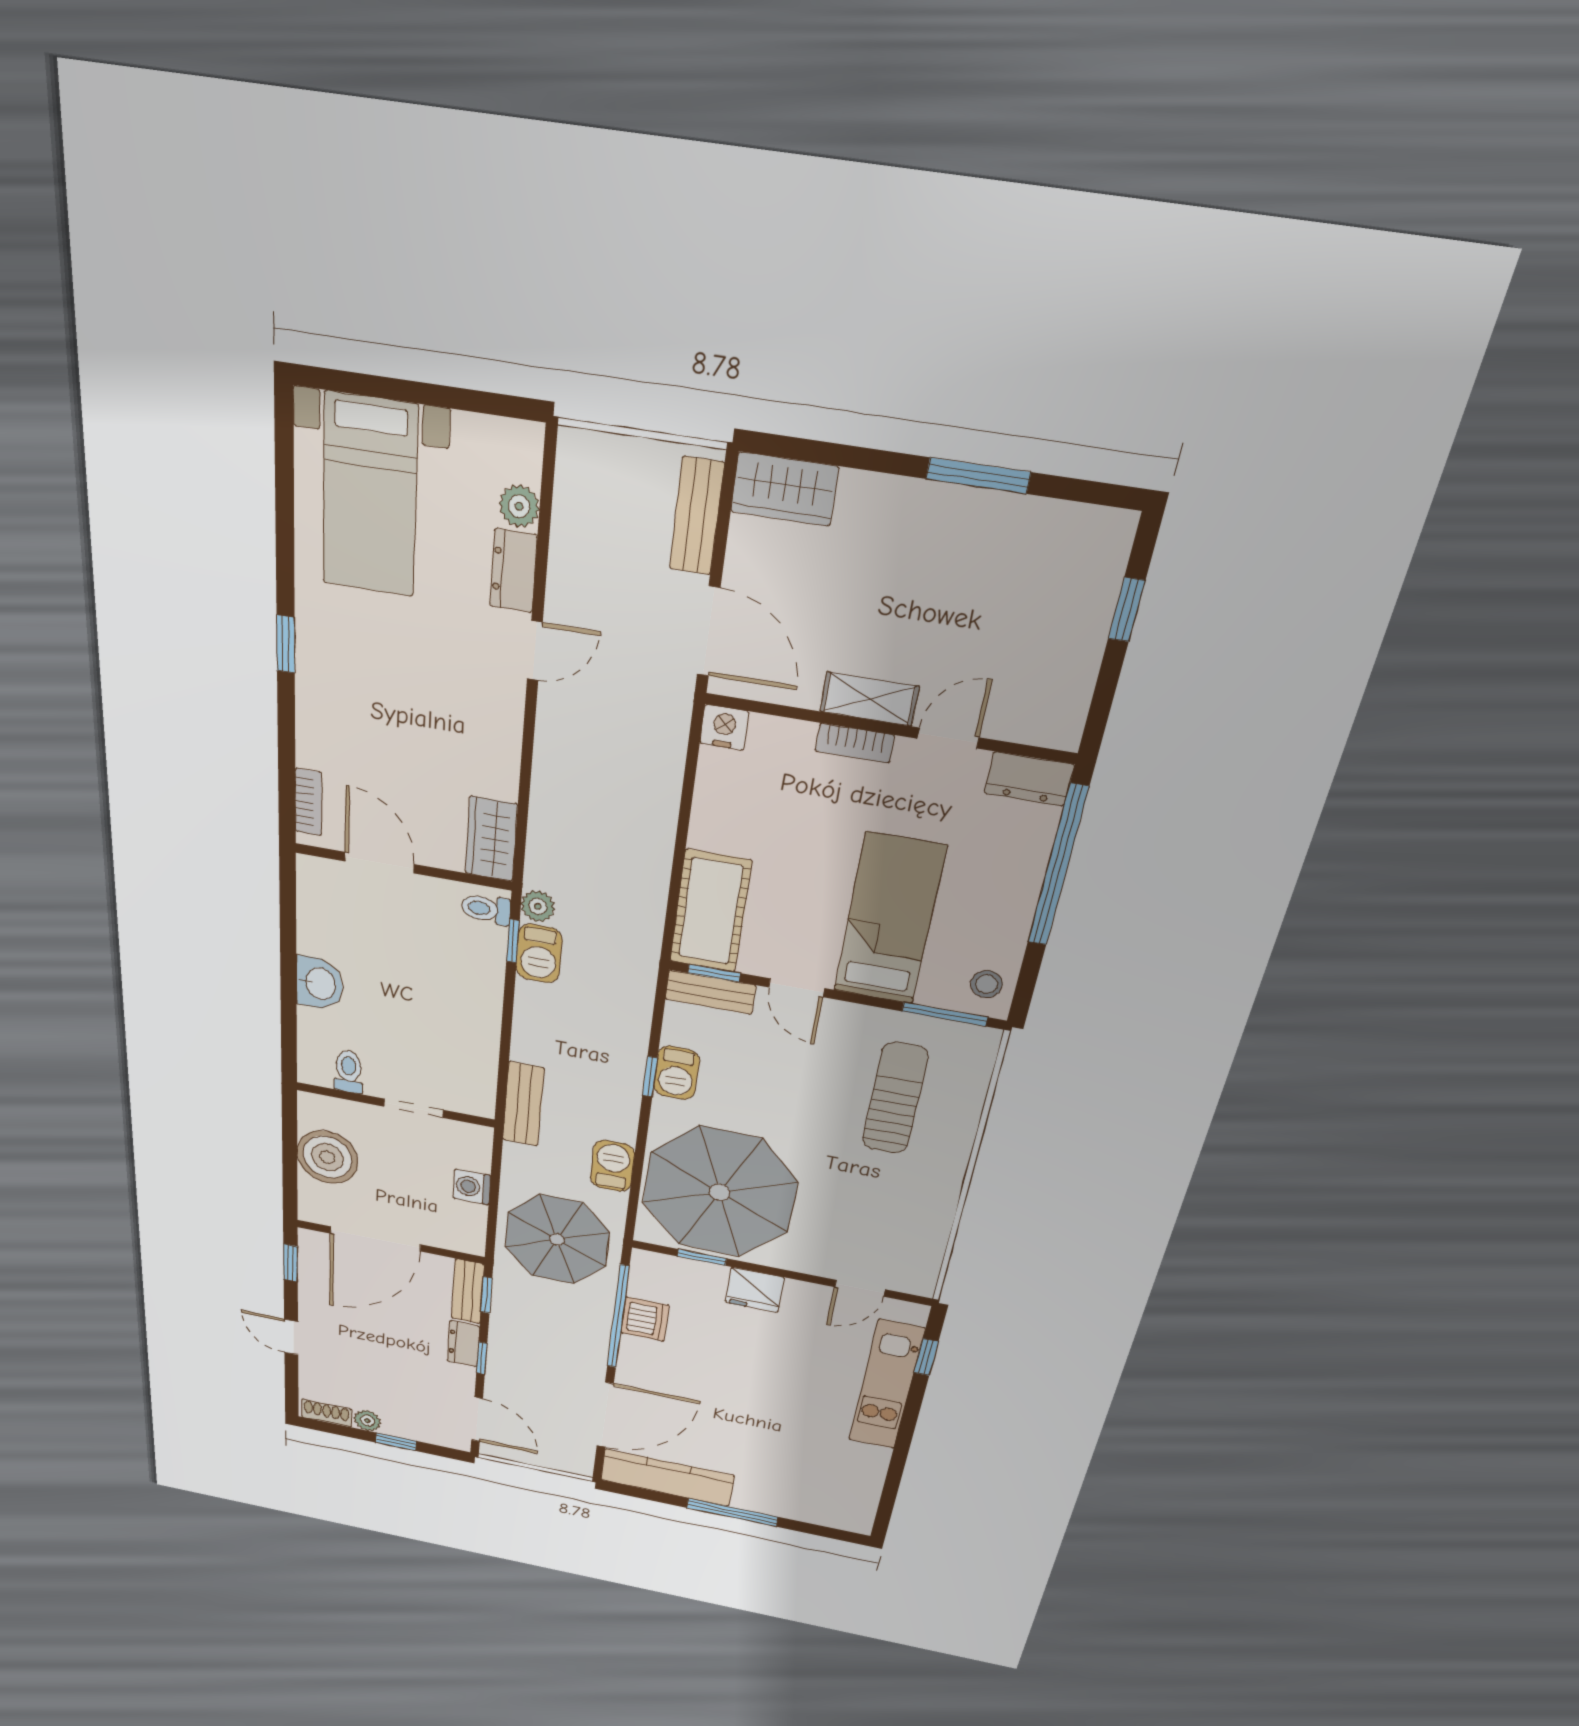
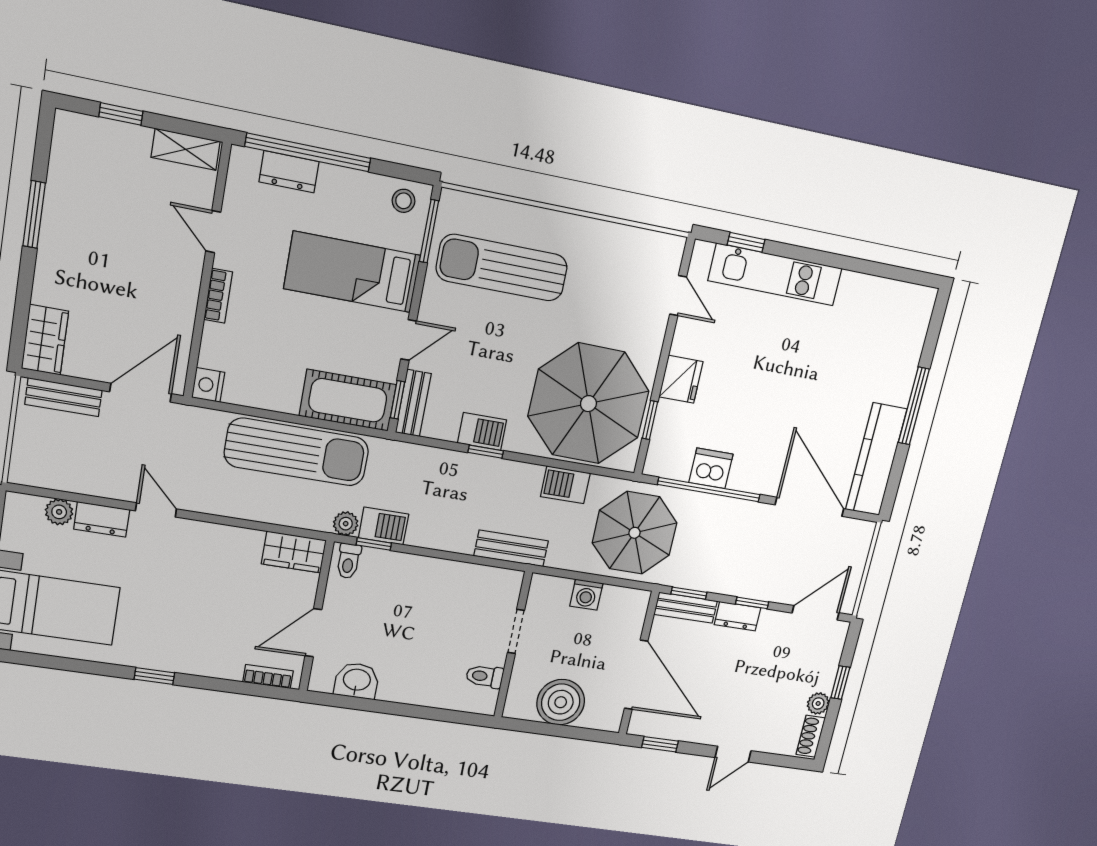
shelving: (869, 699) -> (186, 149), moved, turned 90
dresser: (1029, 779) -> (289, 172), moved, turned 90
sun lounger: (634, 845) -> (297, 452), added
washbasin: (319, 983) -> (357, 681), moved
sun lounger: (895, 1098) -> (502, 268), width x1.36, depth x1.34

